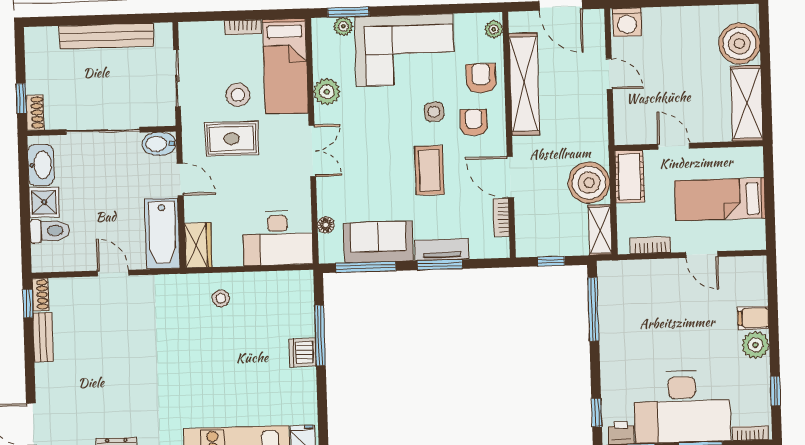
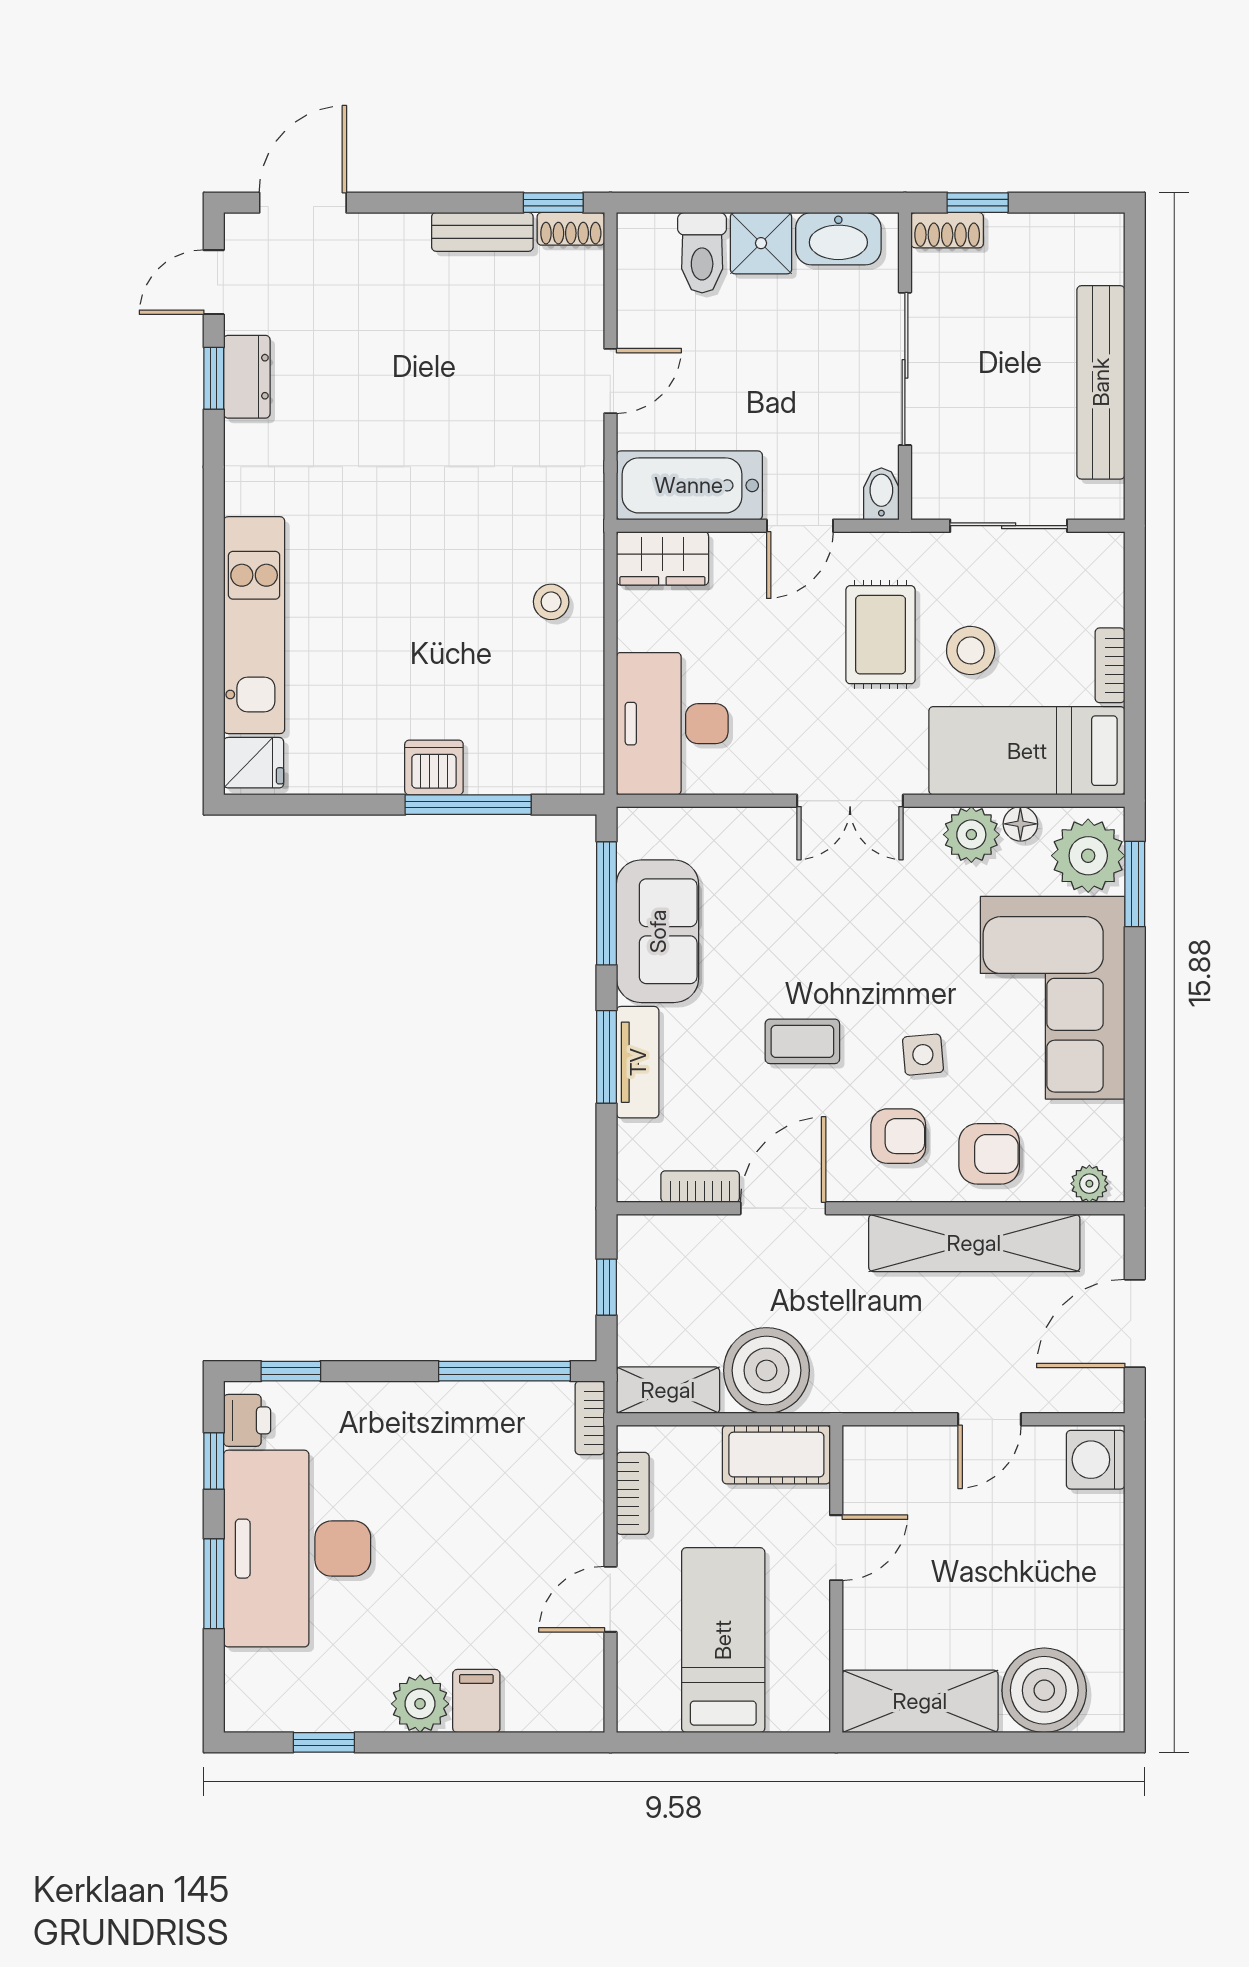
plant: (343, 26) -> (1088, 856), width x1.88, depth x1.88
bidet: (159, 144) -> (881, 494), width x0.72, depth x0.74
coffee table: (429, 170) -> (802, 1041), width x0.73, depth x0.77
floor lamp: (326, 225) -> (1020, 824), moved
bookcase: (750, 433) -> (590, 1418), moved, turned 180

